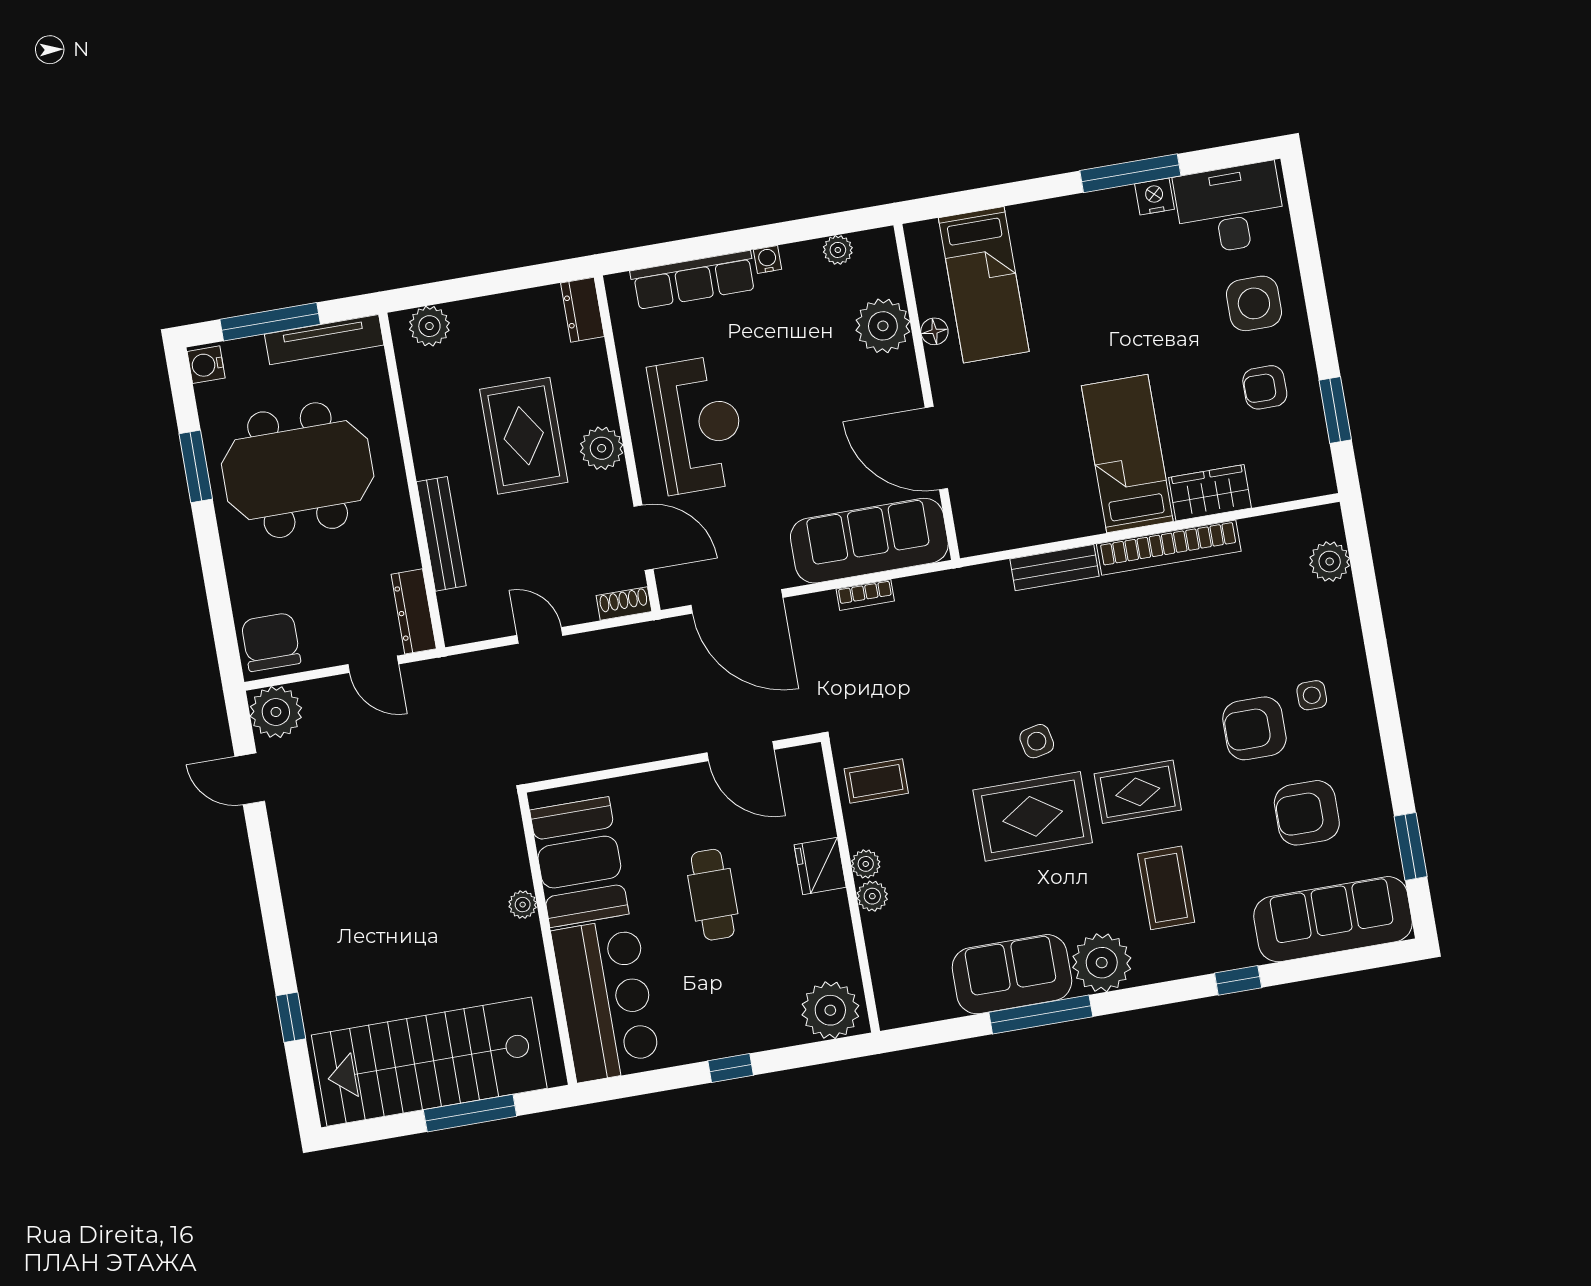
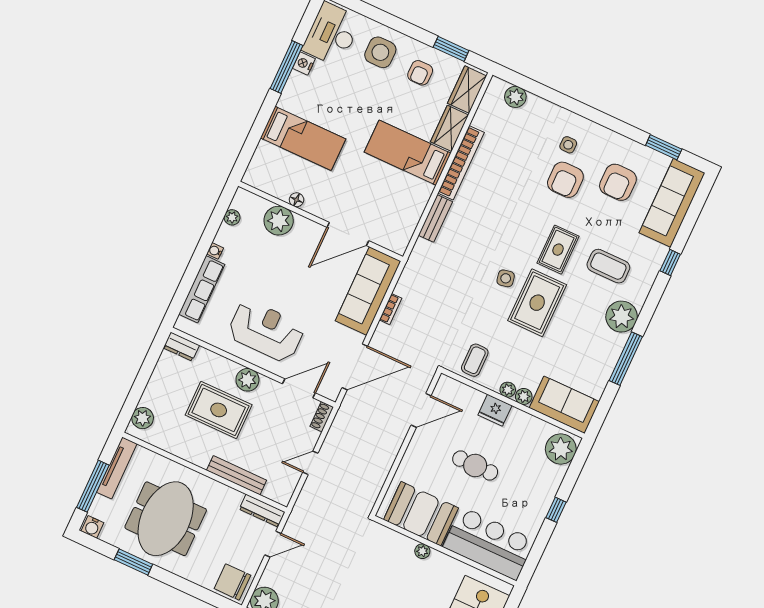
bed: (984, 285) -> (303, 138), moved
wardrobe: (1289, 478) -> (467, 90), added
sofa: (1012, 974) -> (564, 405), moved, turned 90

